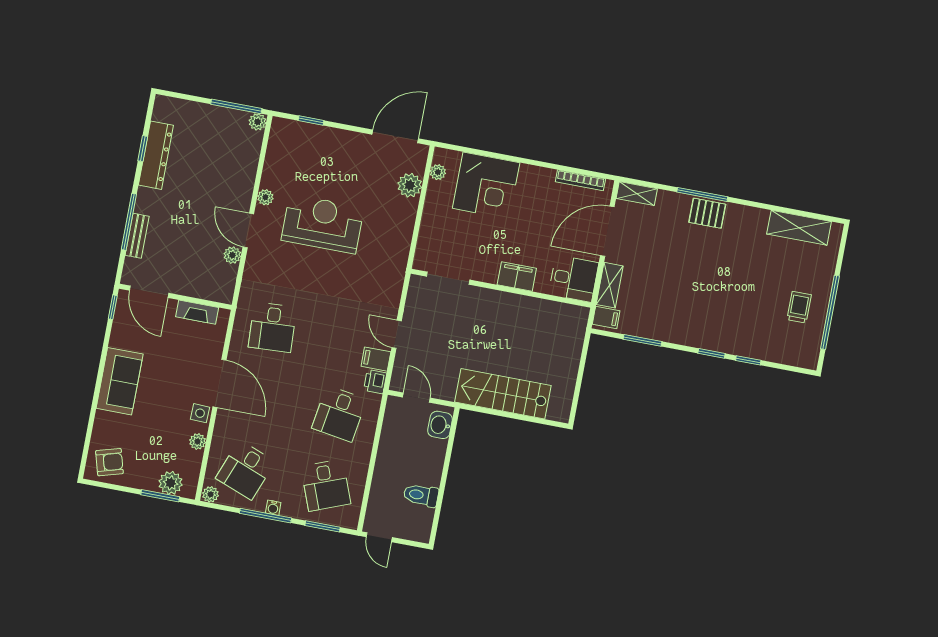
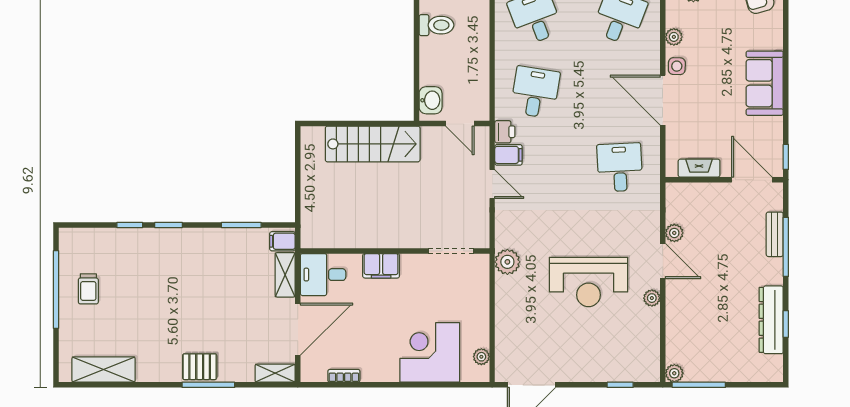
bookcase: (580, 180) -> (344, 376), width x0.64
plant: (410, 185) -> (507, 262), moved

